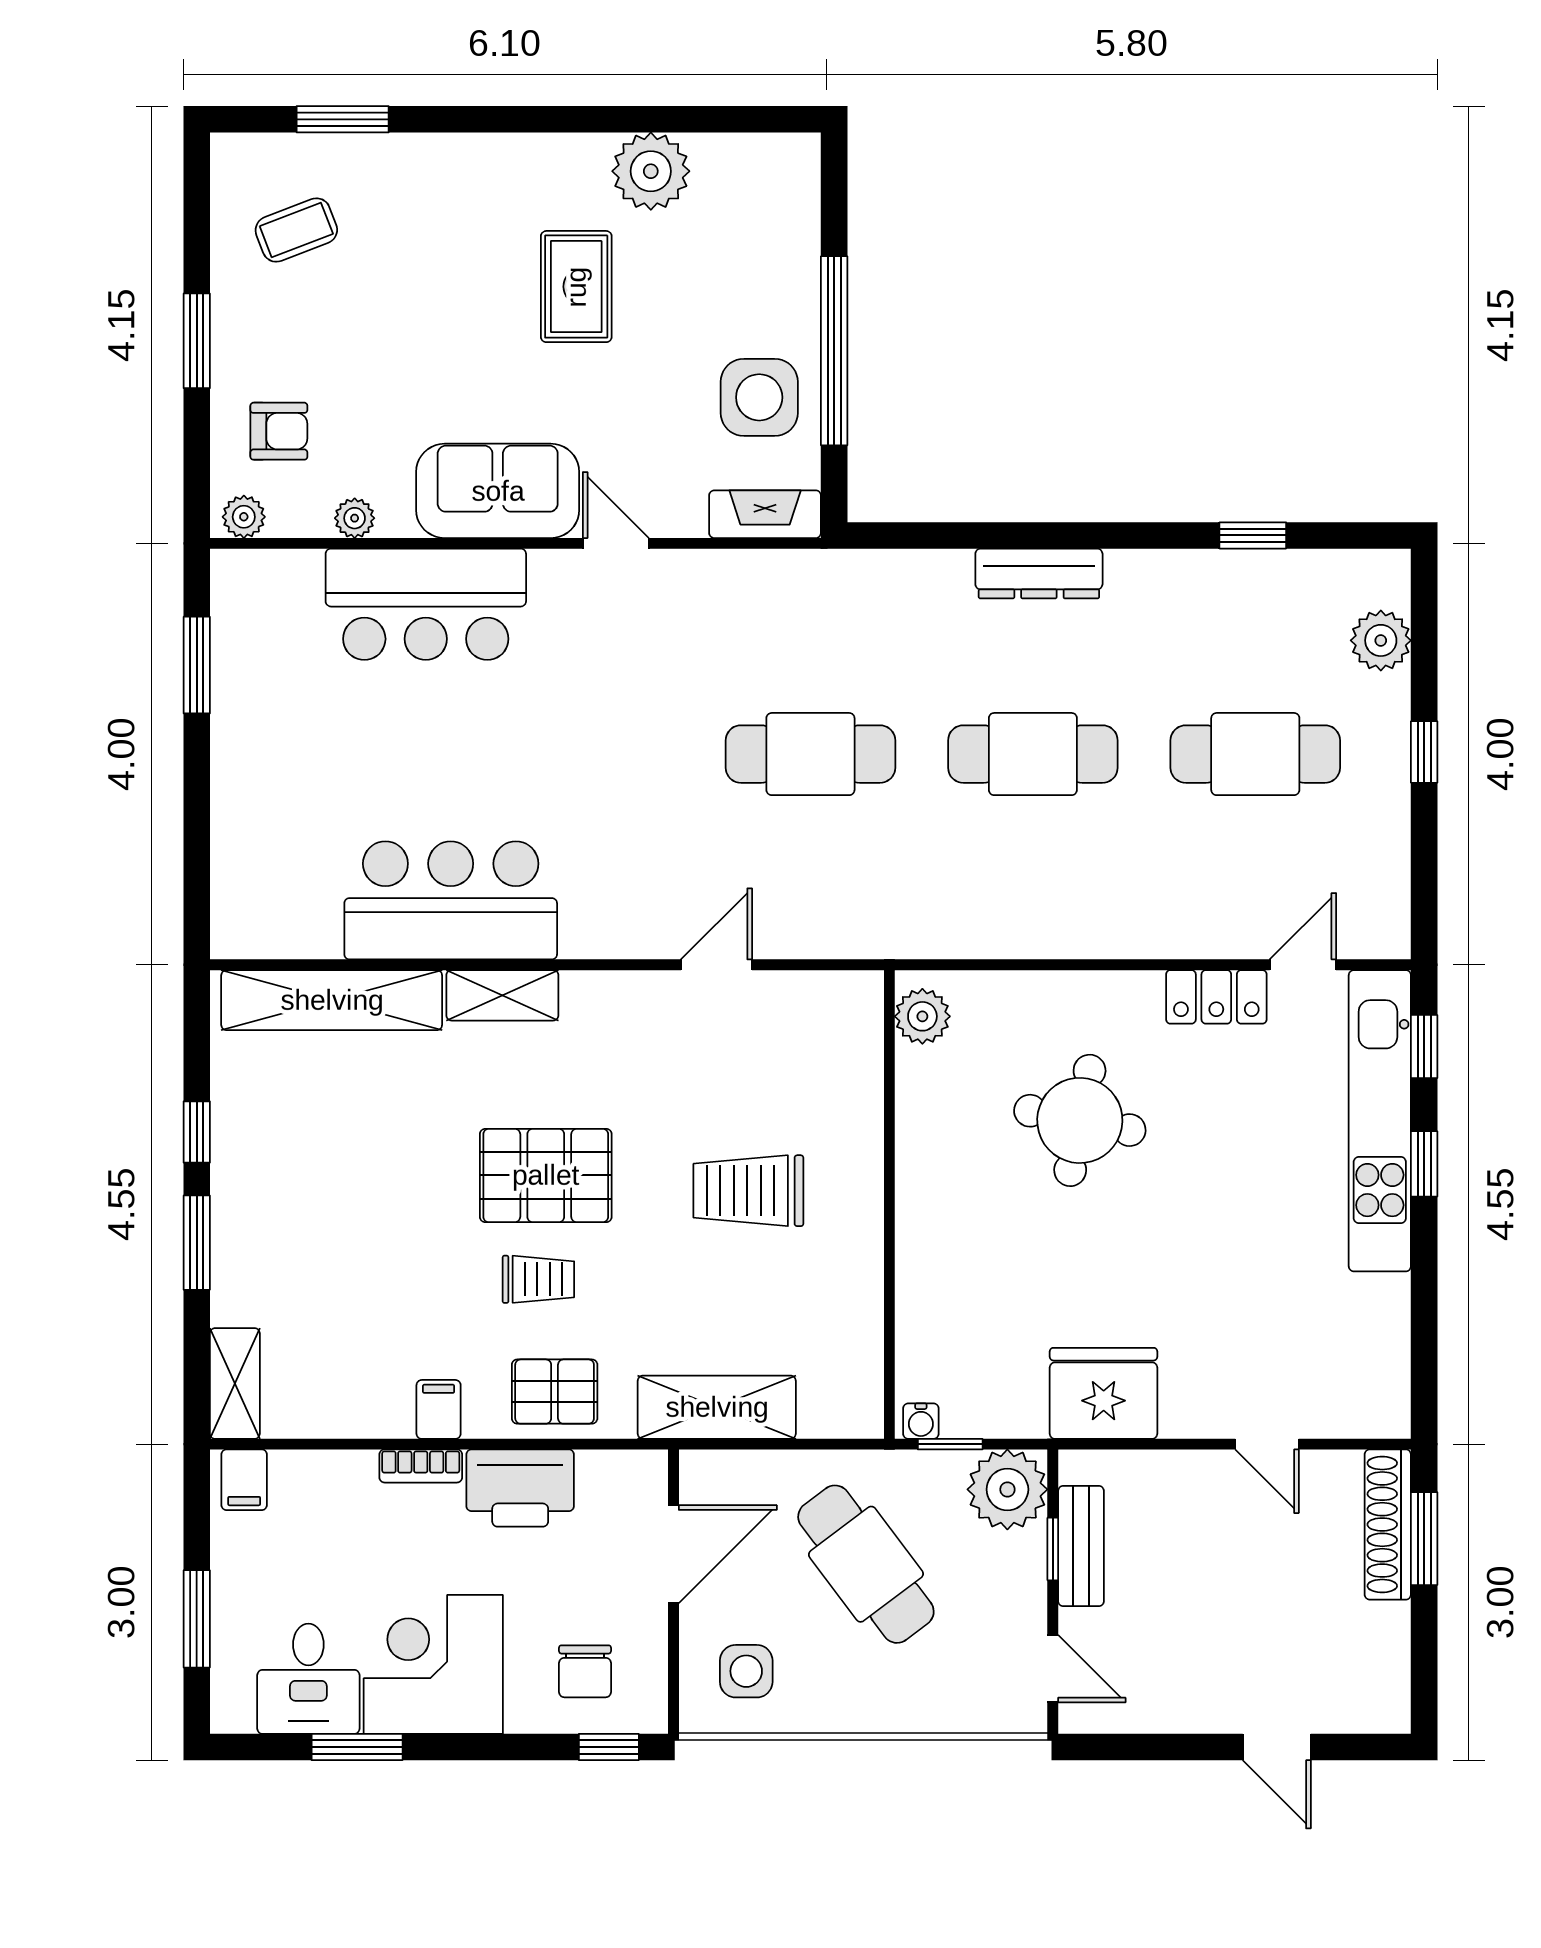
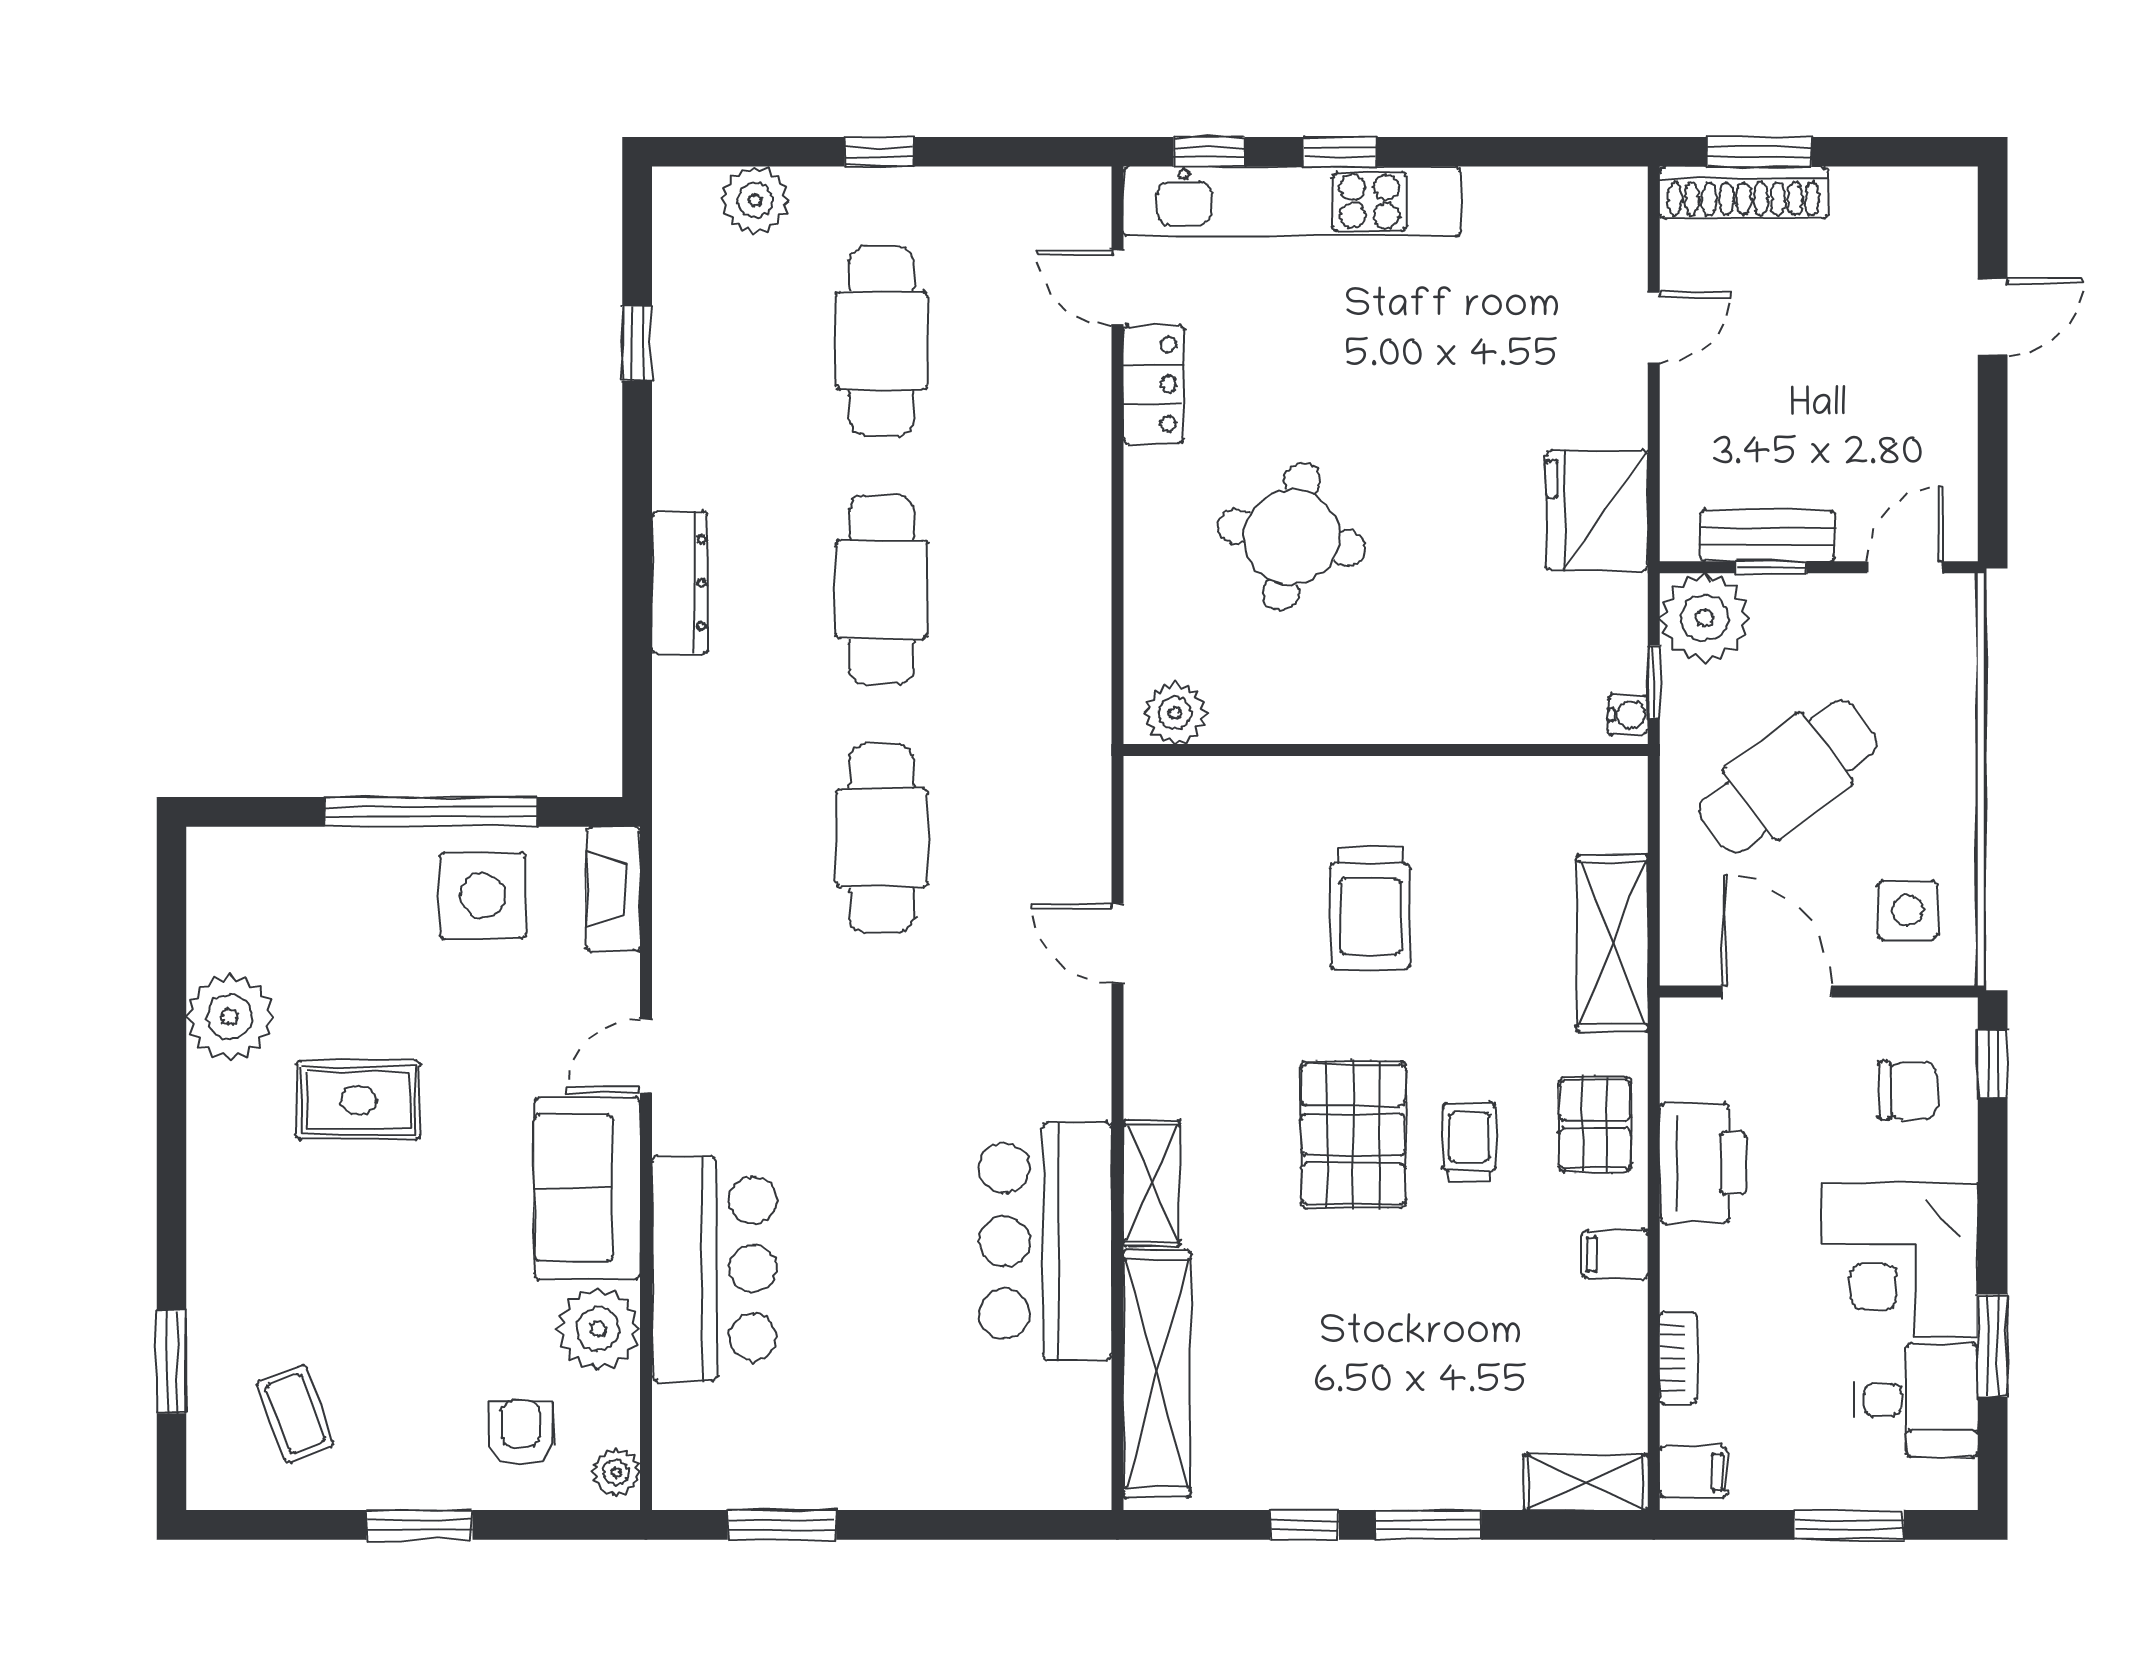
plant: (355, 518) -> (598, 1329), width x1.87, depth x1.87
bookcase: (421, 1466) -> (1678, 1358), moved

